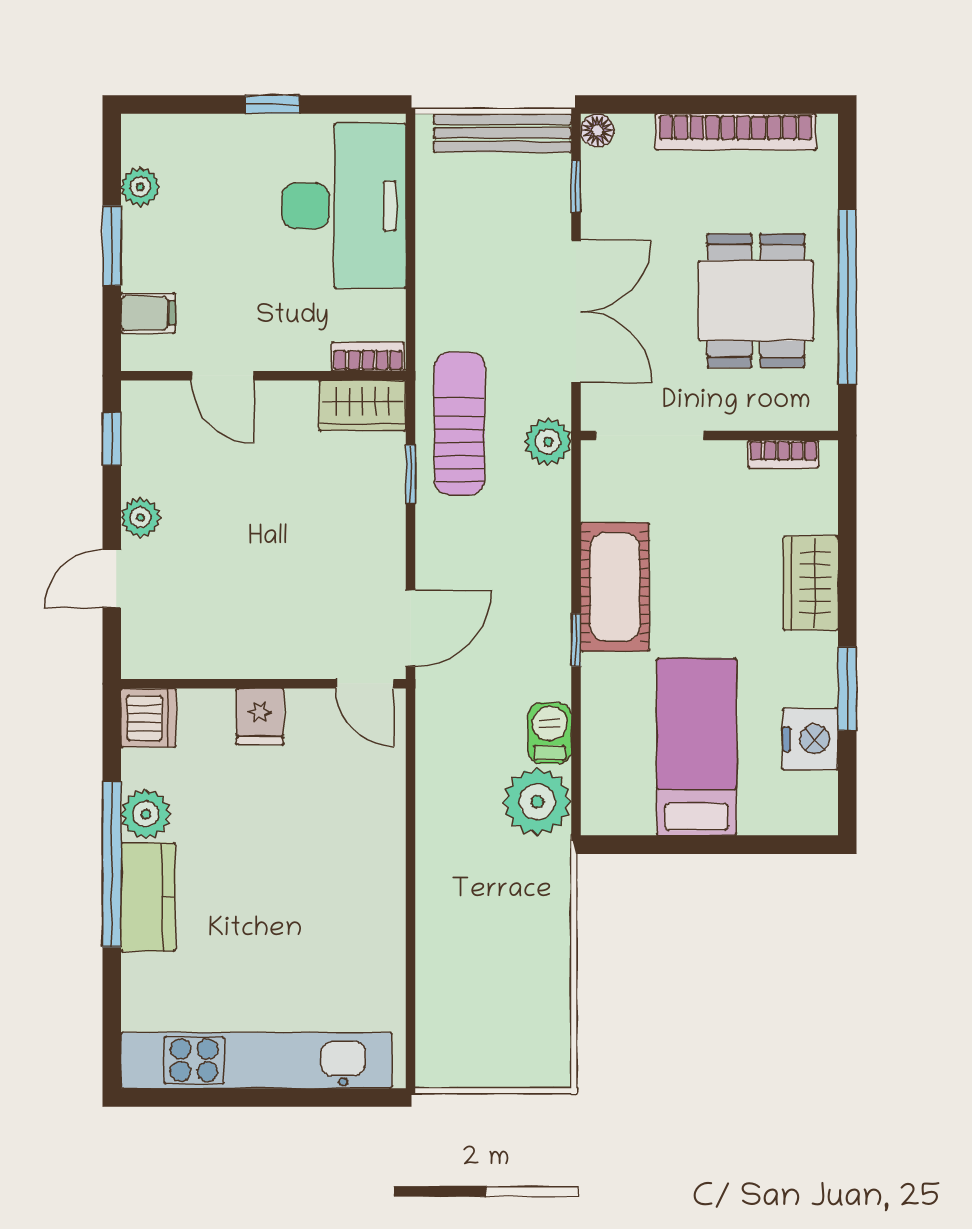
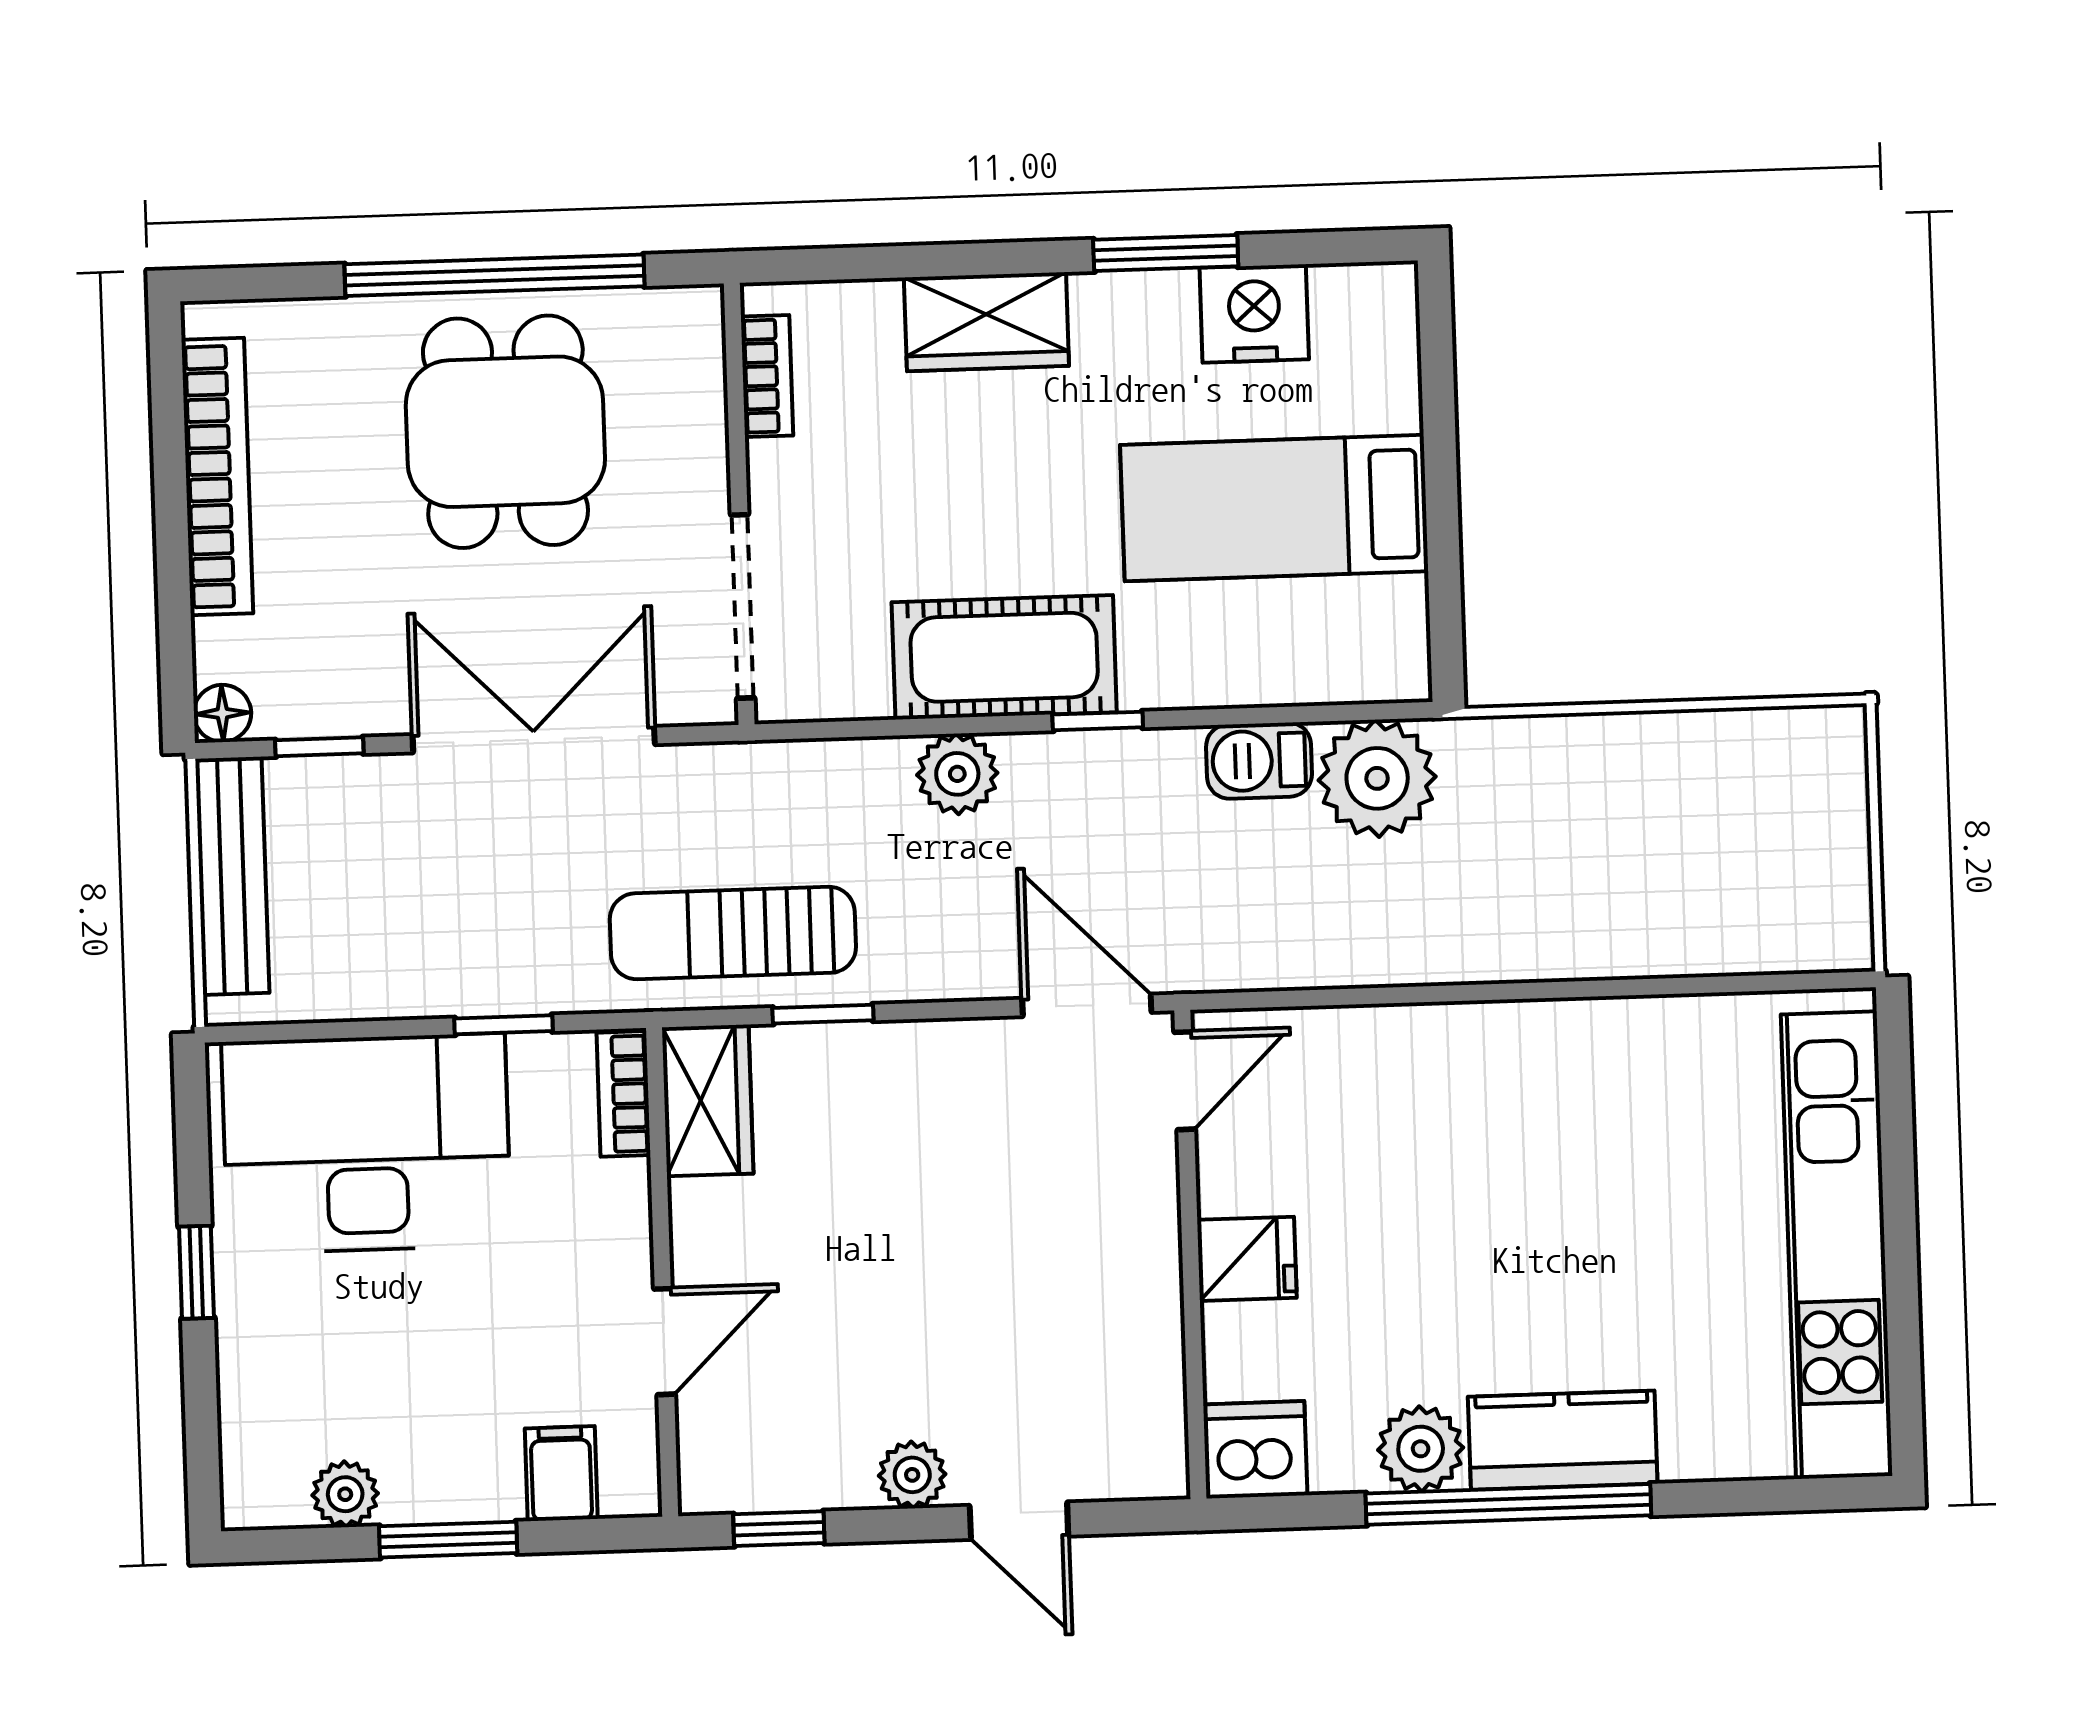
window: (411, 288) -> (503, 1025), added
dining table: (756, 301) -> (505, 432), turned 90
plant: (548, 442) -> (957, 774), moved

